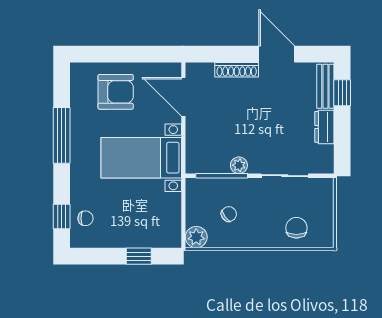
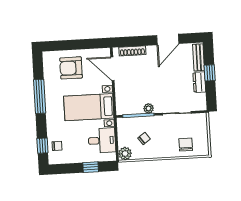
door: (277, 54) -> (168, 39), swing flipped
shoe rack: (237, 70) -> (132, 51), moved
armchair: (116, 92) -> (71, 68), turned 180
window: (342, 93) -> (210, 73), moved
desk: (160, 213) -> (102, 140), added

